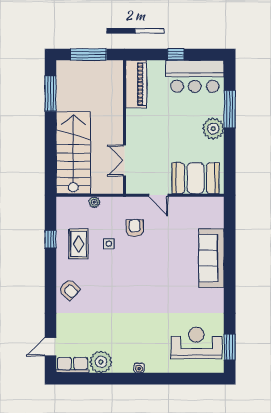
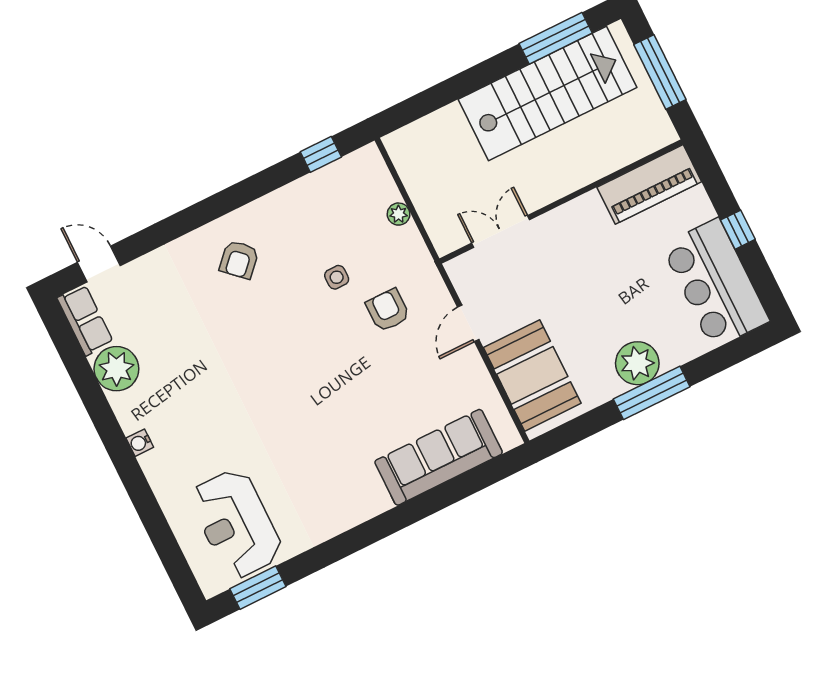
window: (230, 109) -> (652, 393), moved
stairs: (73, 153) -> (547, 93), moved
armchair: (135, 228) -> (388, 310), turned -90
window: (50, 239) -> (321, 154), moved
rug: (79, 244) -> (309, 223), removed
sofa: (211, 258) -> (439, 457), moved
armchair: (69, 290) -> (239, 260), moved
reception desk: (196, 343) -> (236, 524), turned 180

